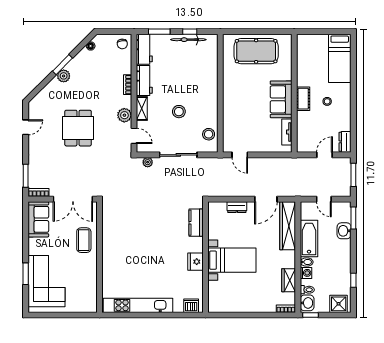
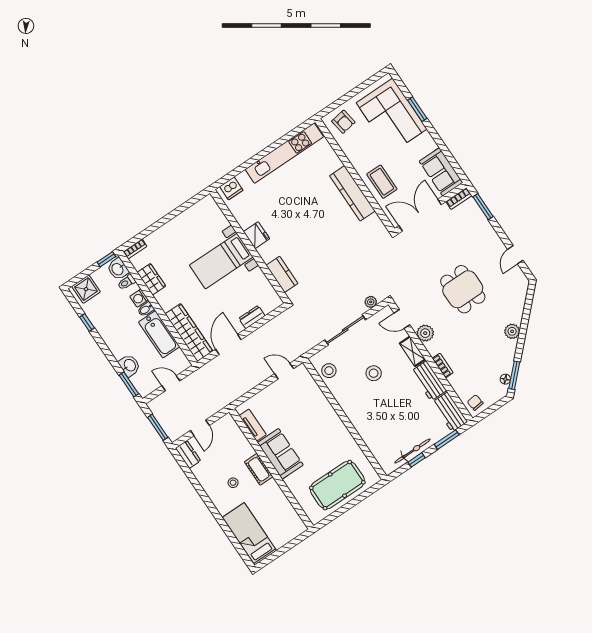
window: (62, 65) -> (514, 375), moved
kitchen counter: (110, 246) -> (352, 193), added
armchair: (82, 300) -> (343, 122), added

